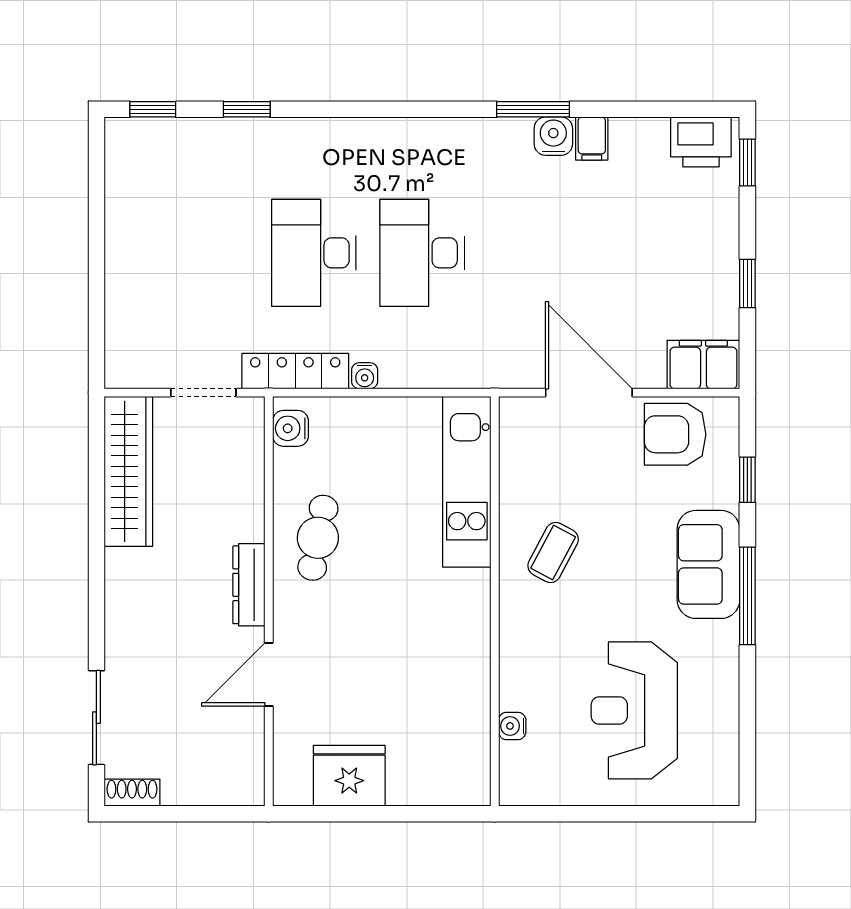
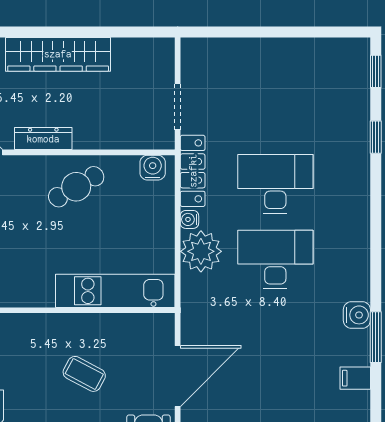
water cooler: (553, 136) -> (357, 315), moved
plant: (410, 359) -> (201, 251), added
wardrobe: (128, 471) -> (58, 54), moved
cafe table: (318, 538) -> (76, 187), turned -41
coffee table: (553, 553) -> (84, 374), moved

